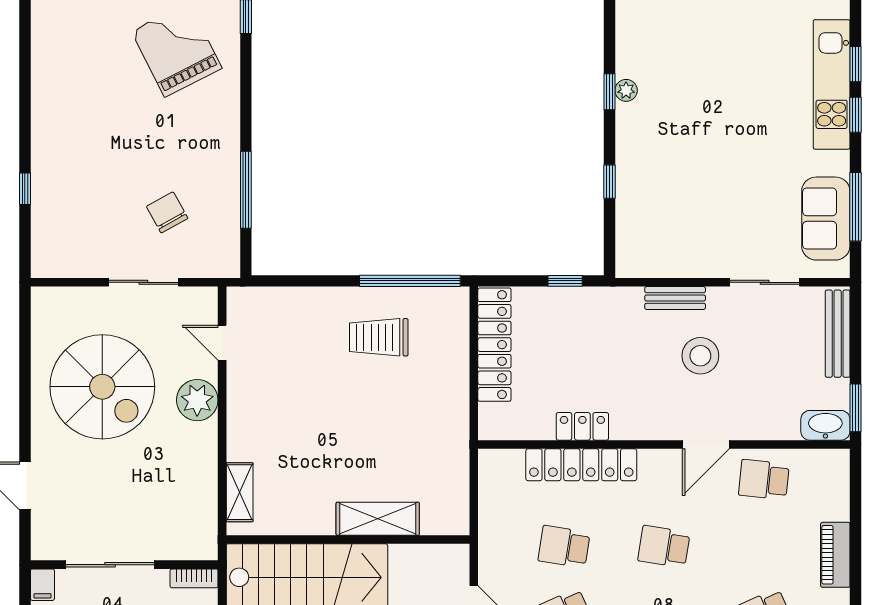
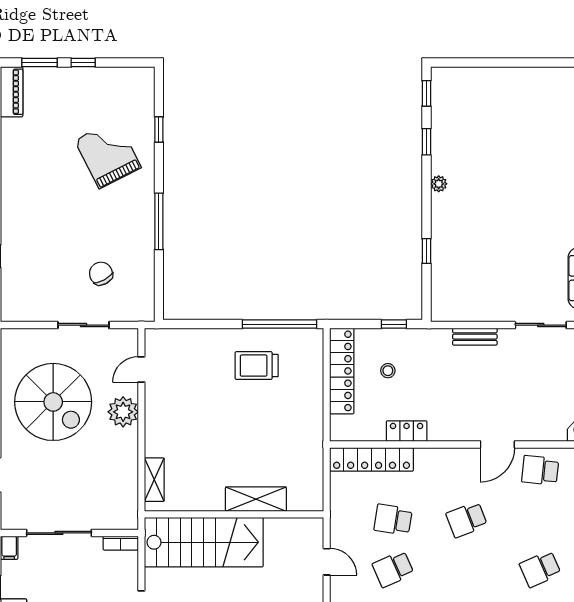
window: (609, 92) -> (426, 142), moved
window: (246, 190) -> (159, 221), moved
door: (222, 343) -> (141, 369), hinge flipped
stool: (700, 356) -> (388, 371), moved, width x0.53, depth x0.53
locker: (581, 465) -> (372, 459), moved
school desk: (664, 547) -> (467, 520), turned -30

